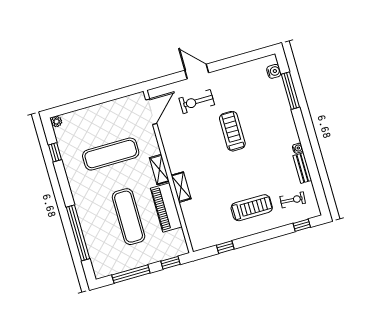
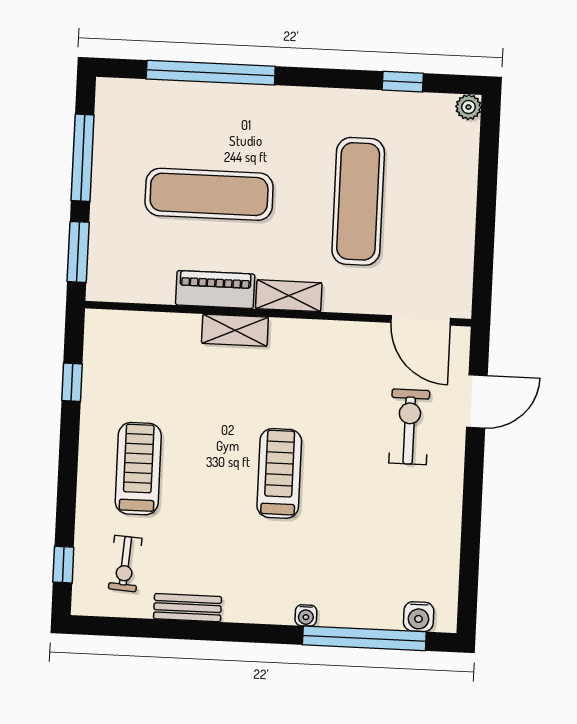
door: (197, 71) -> (477, 401), moved
window: (290, 91) -> (364, 638), width x1.46
treadmill: (232, 131) -> (279, 473), moved, turned -90
water cooler: (298, 148) -> (306, 615), moved
piano: (166, 207) -> (215, 290), width x0.73, depth x0.75
treadmill: (252, 208) -> (138, 469), turned 180
window: (171, 263) -> (78, 252), width x1.50

